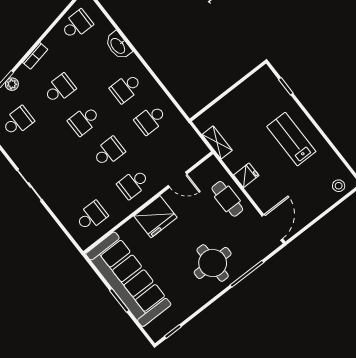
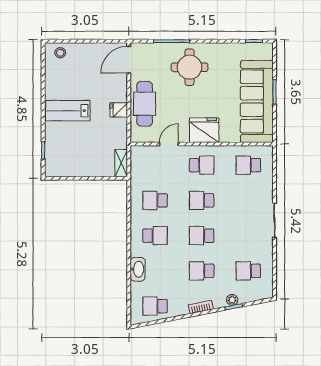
school desk: (84, 120) -> (202, 236), turned 180
school desk: (151, 120) -> (155, 200), turned 180
lab bench: (291, 139) -> (68, 111), turned 90
shelving: (217, 142) -> (121, 163), moved
door: (177, 180) -> (169, 144), hinge flipped
cafe table: (227, 199) -> (145, 104), width x1.37, depth x1.35

